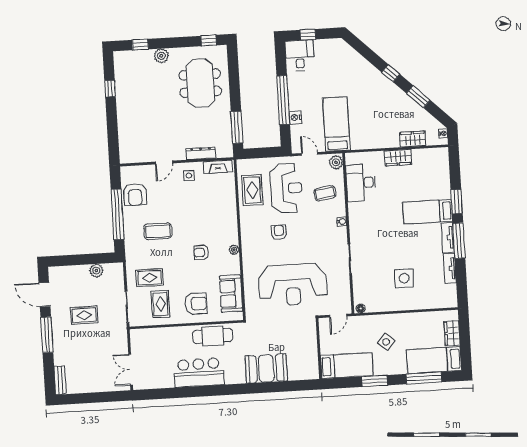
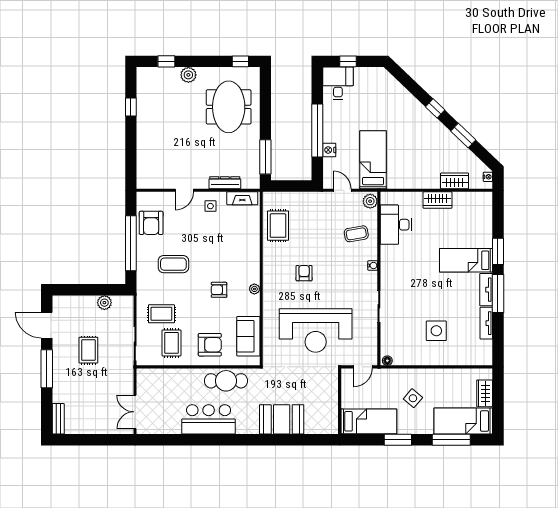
reception desk: (286, 188) -> (315, 226), removed
rug: (84, 315) -> (88, 350), turned 90

